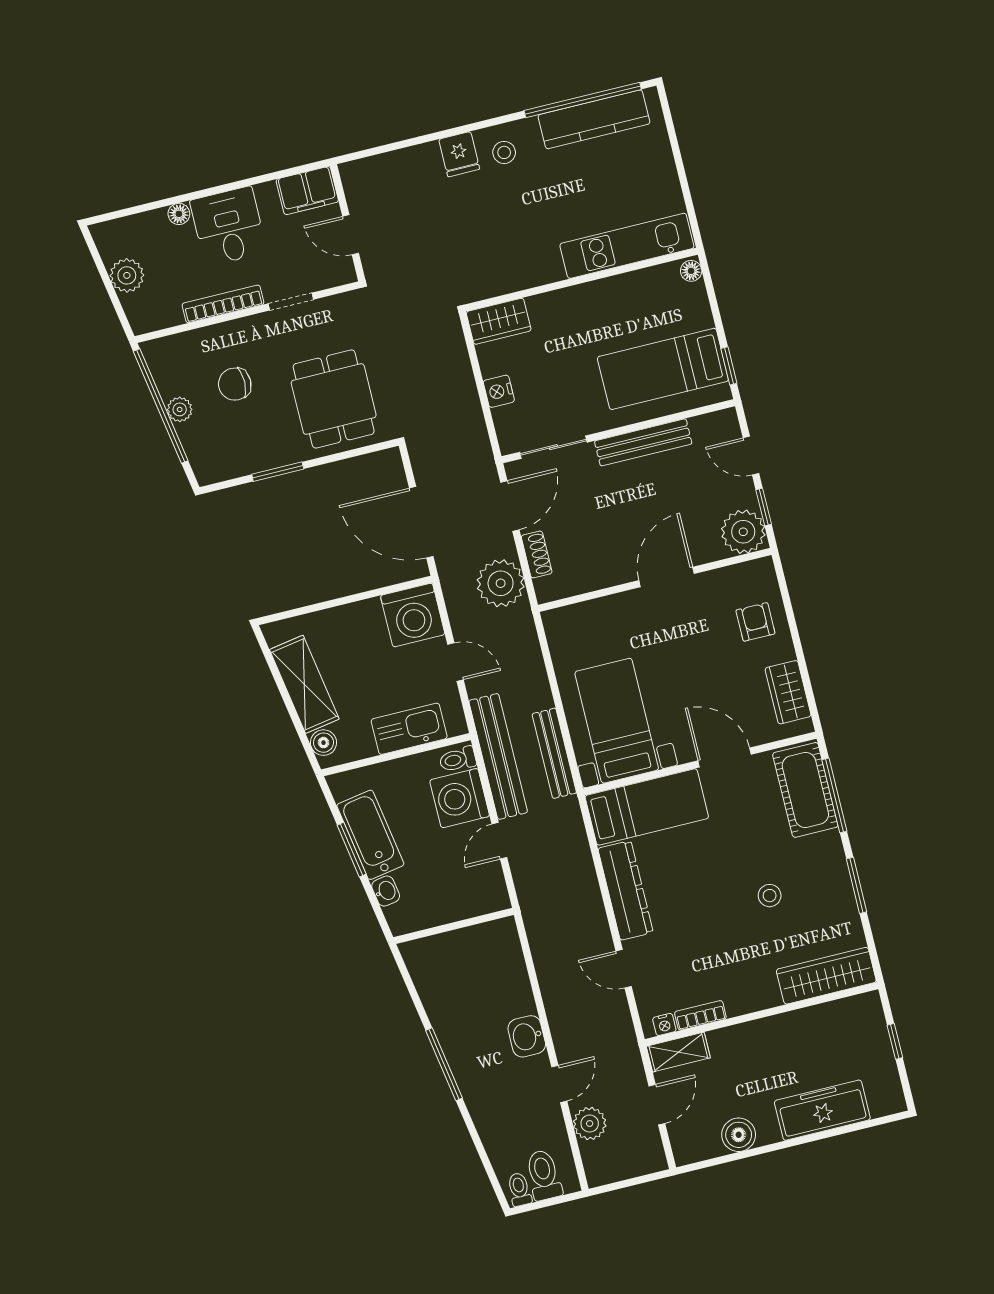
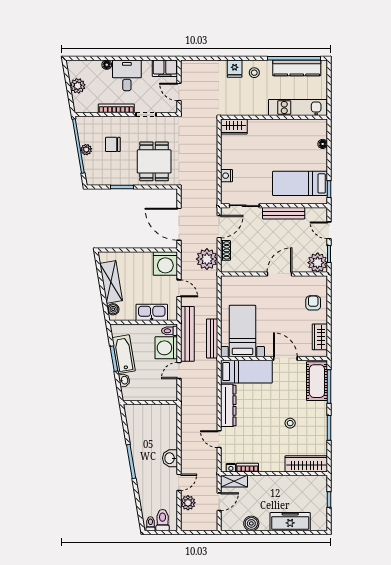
kitchen unit: (627, 246) -> (298, 107), moved
wall: (581, 280) -> (274, 117), moved
wardrobe: (499, 321) -> (234, 127), moved

